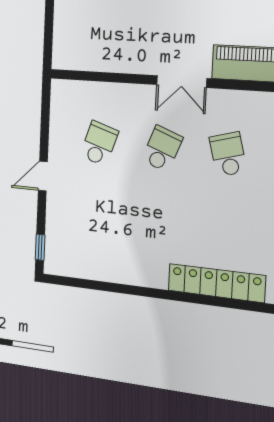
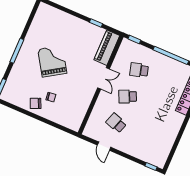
school desk: (162, 149) -> (128, 97), turned -45
door: (43, 176) -> (104, 146), moved

